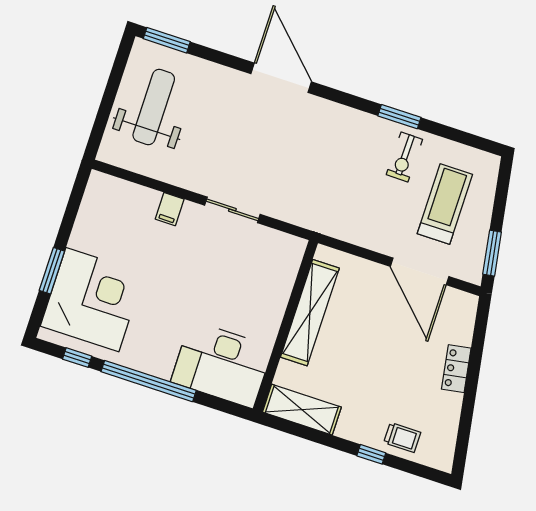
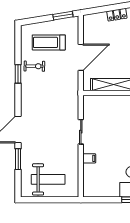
window: (167, 40) -> (18, 159), moved
weight bench: (154, 107) -> (48, 179), turned 180
door: (420, 271) -> (81, 57), moved

